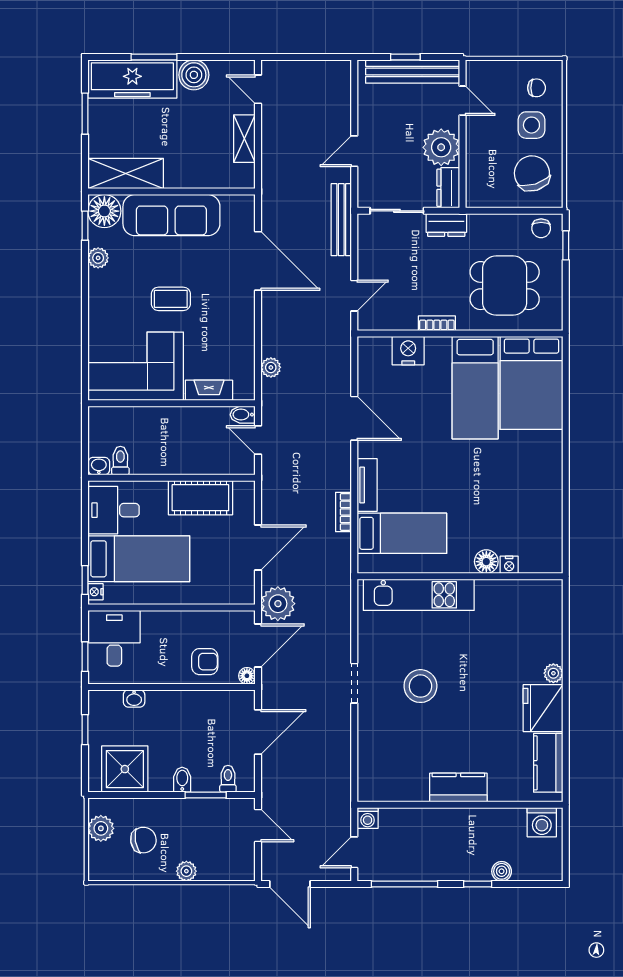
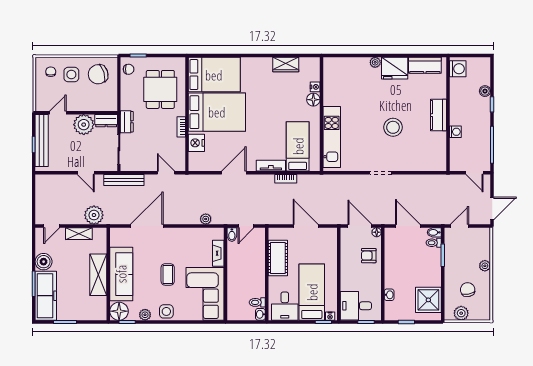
shelving: (126, 174) -> (98, 275), moved
side table: (104, 296) -> (166, 311), added
bed: (475, 388) -> (217, 112), width x1.50
wardrobe: (550, 512) -> (286, 65), added
plant: (278, 604) -> (94, 215), moved
armchair: (205, 662) -> (369, 256), turned -90
stool: (420, 686) -> (393, 127), moved
bidet: (182, 780) -> (434, 232), moved
washing machine: (368, 818) -> (455, 132), moved

